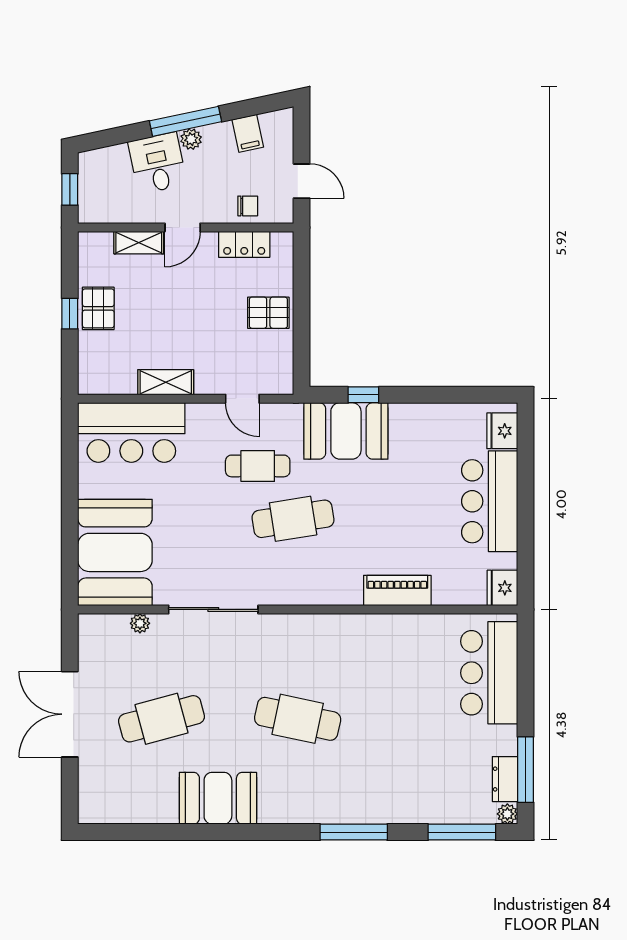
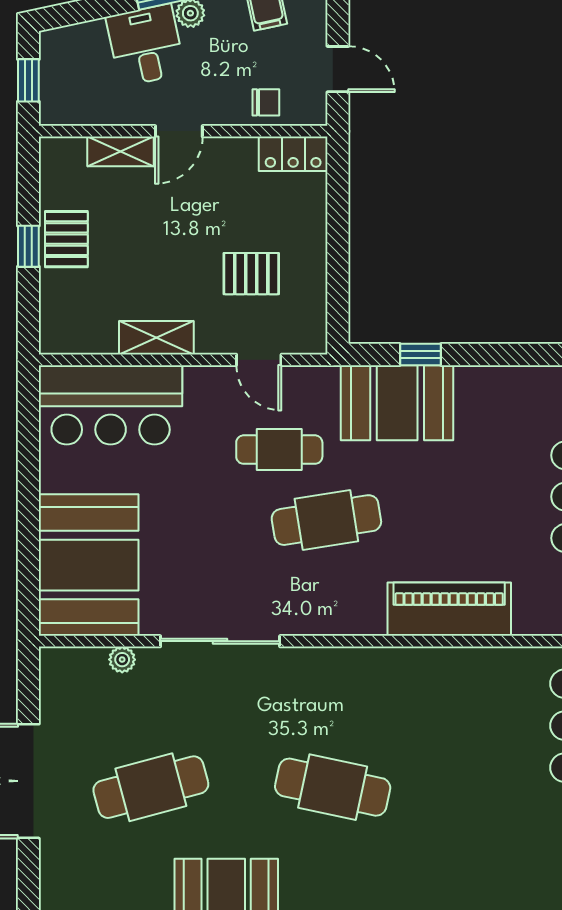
locker: (244, 244) -> (293, 154), moved
pallet: (268, 313) -> (251, 274), moved
piano: (397, 590) -> (449, 609), width x1.37, depth x1.33

